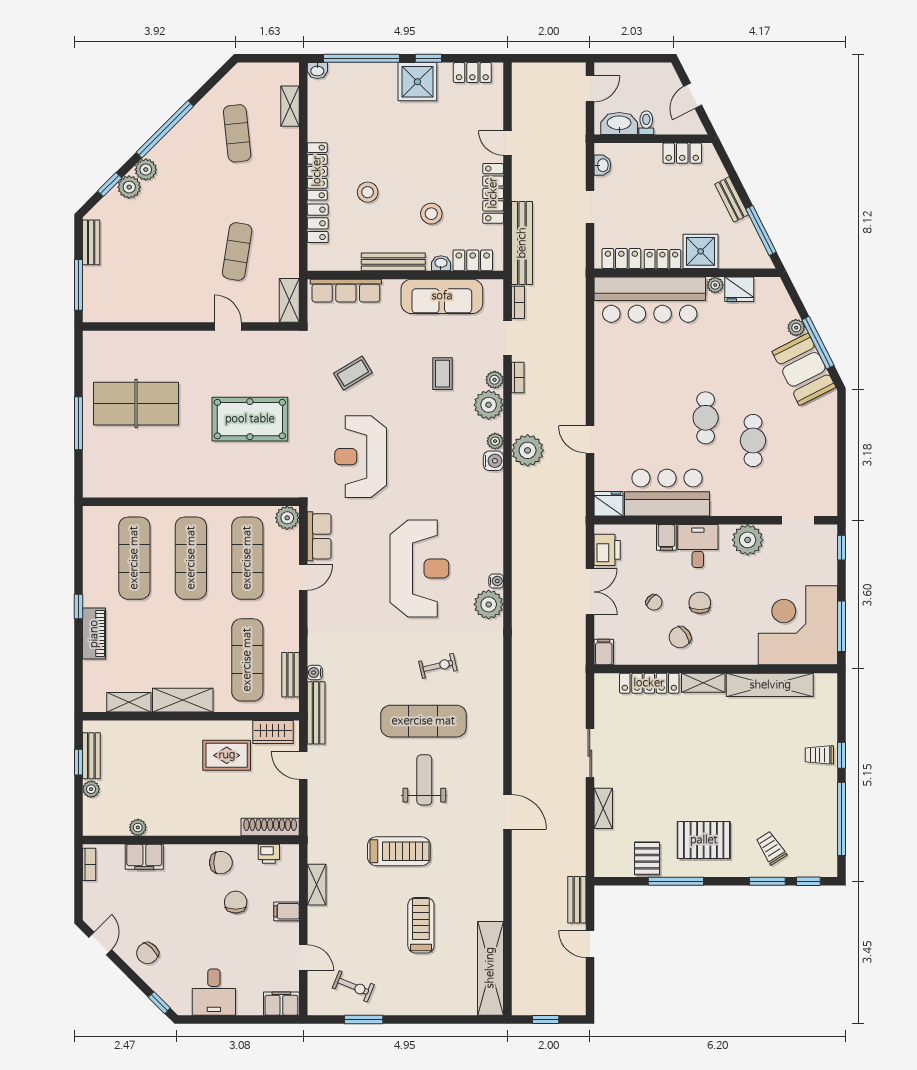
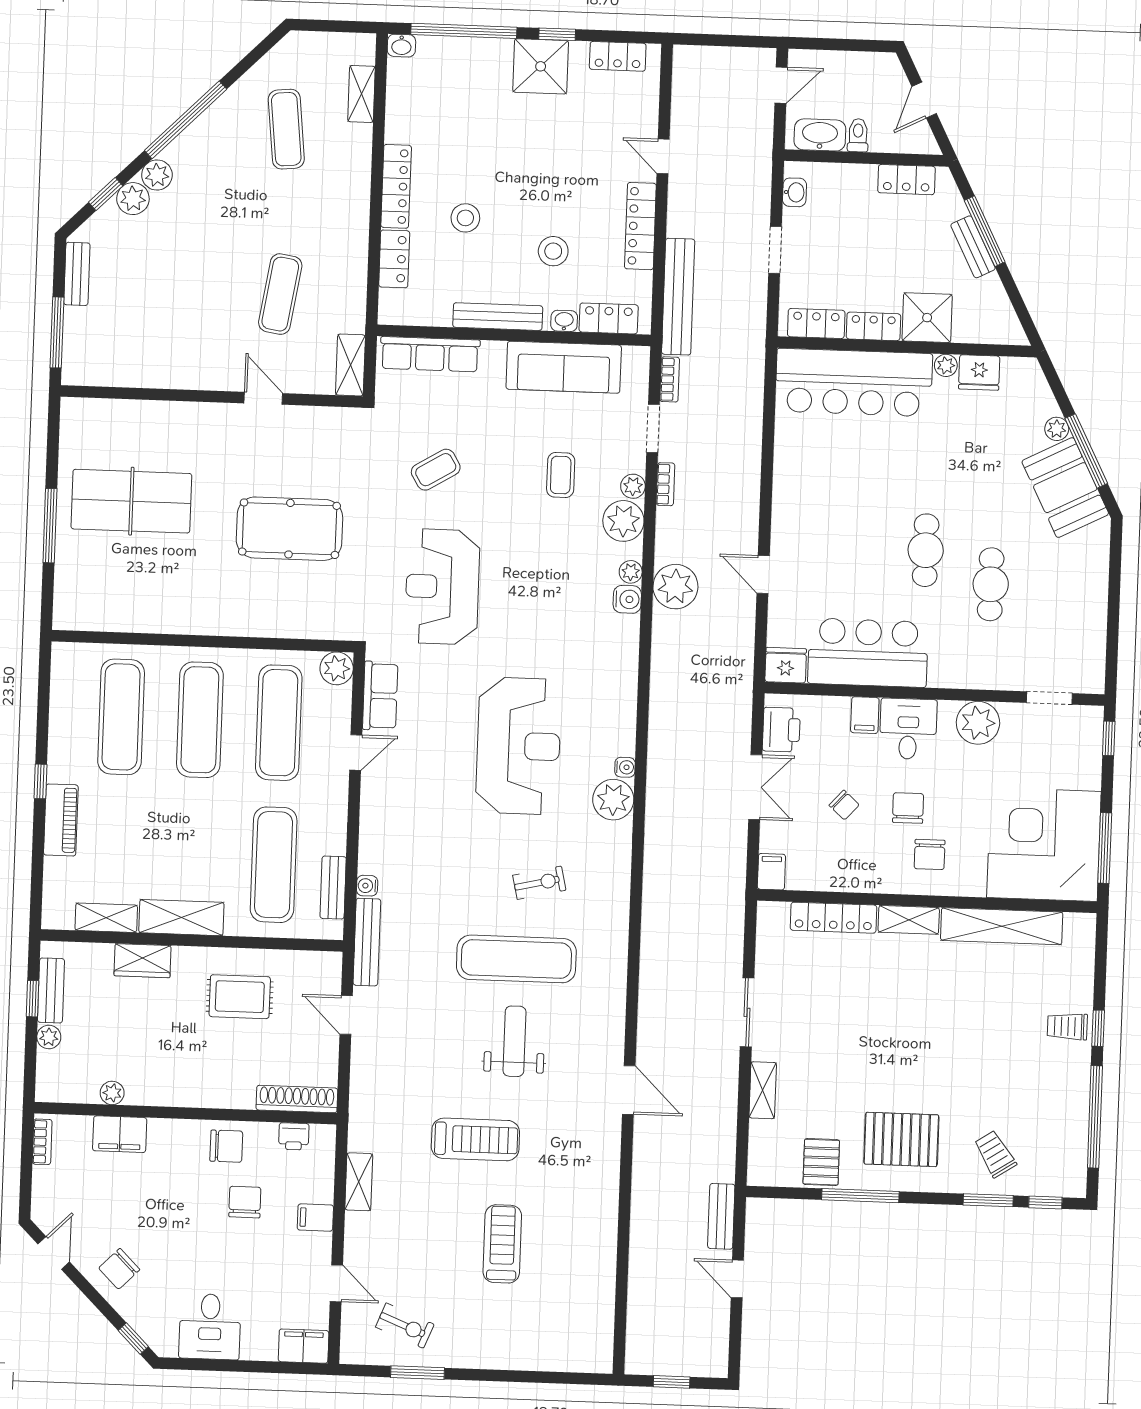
window: (761, 230) -> (985, 231), moved
chair: (680, 637) -> (930, 854), moved, turned -56
wardrobe: (273, 732) -> (143, 961), moved
shelving: (490, 968) -> (597, 1308), removed

